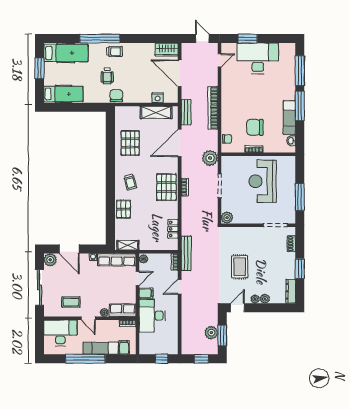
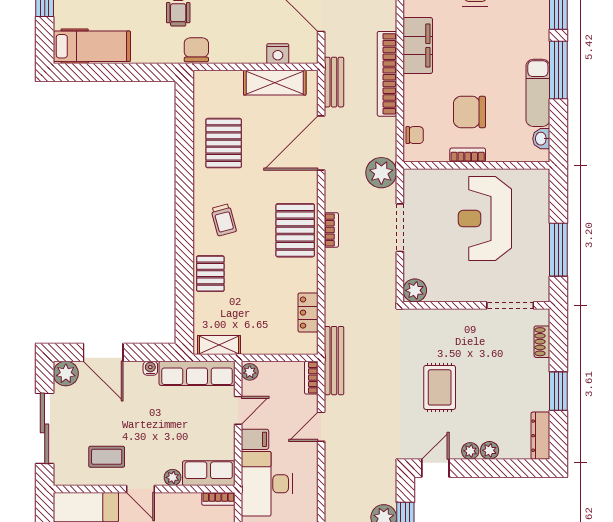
filing cabinet: (229, 94) -> (418, 46), added

